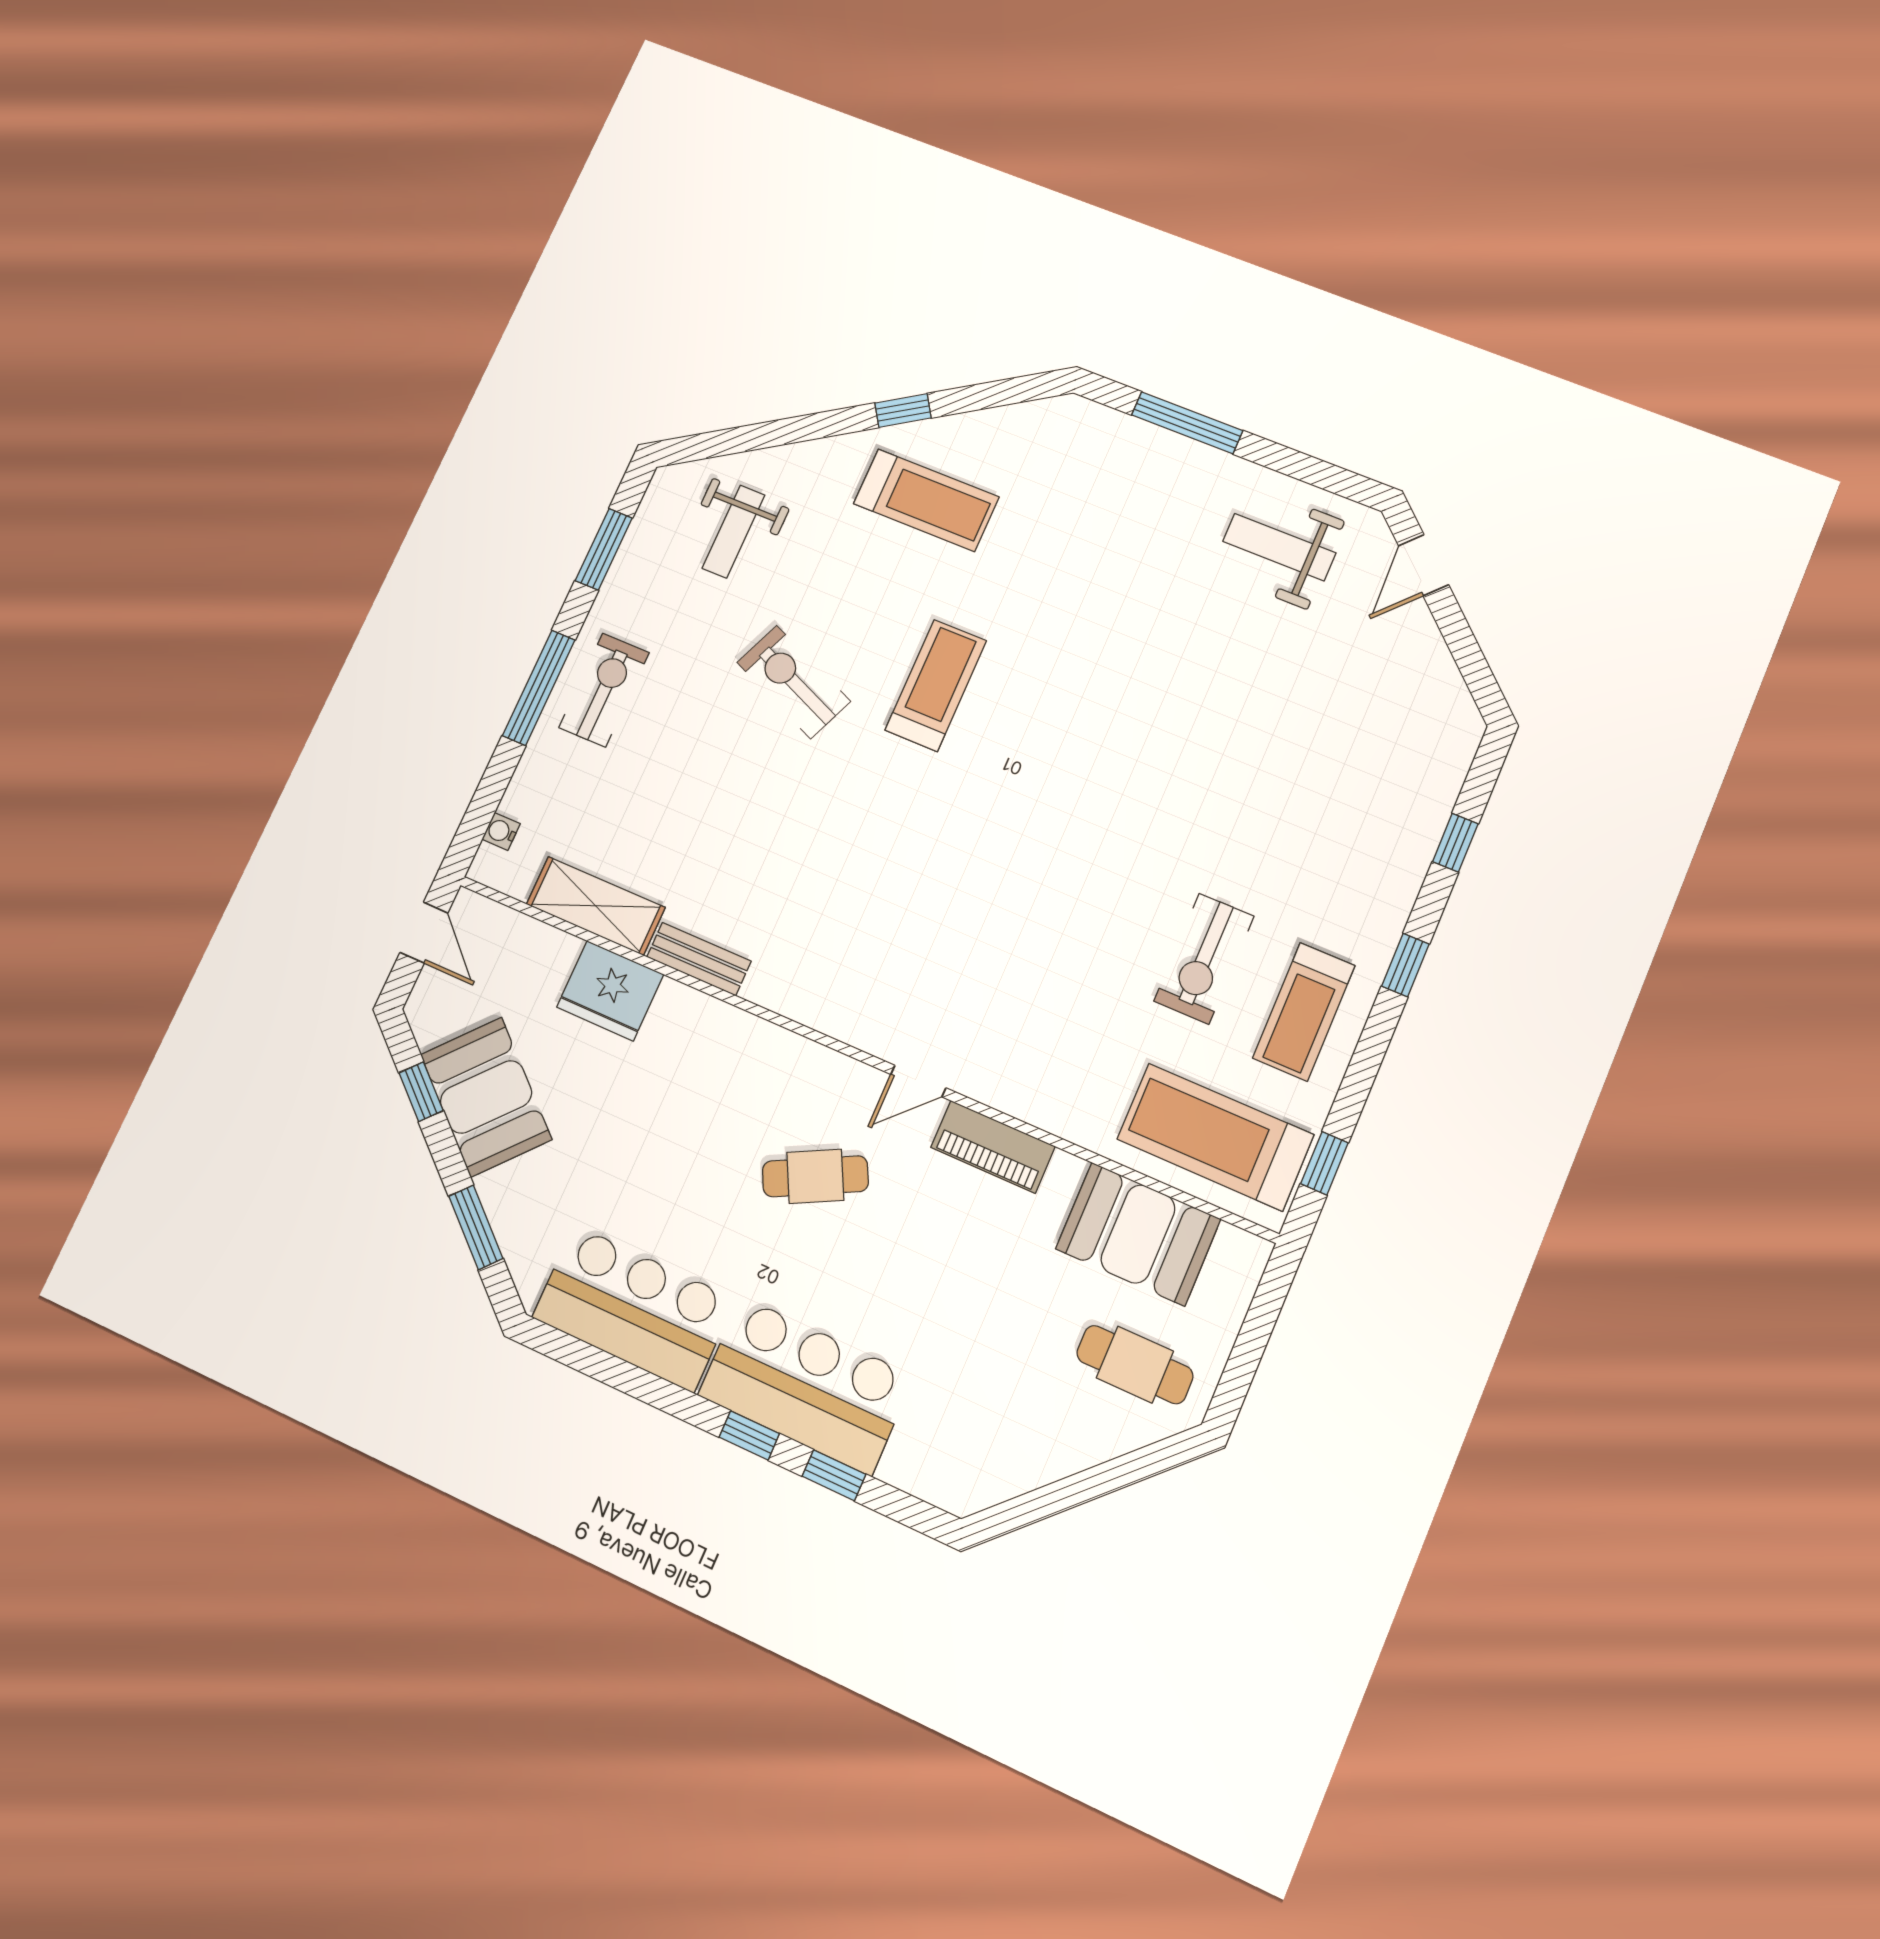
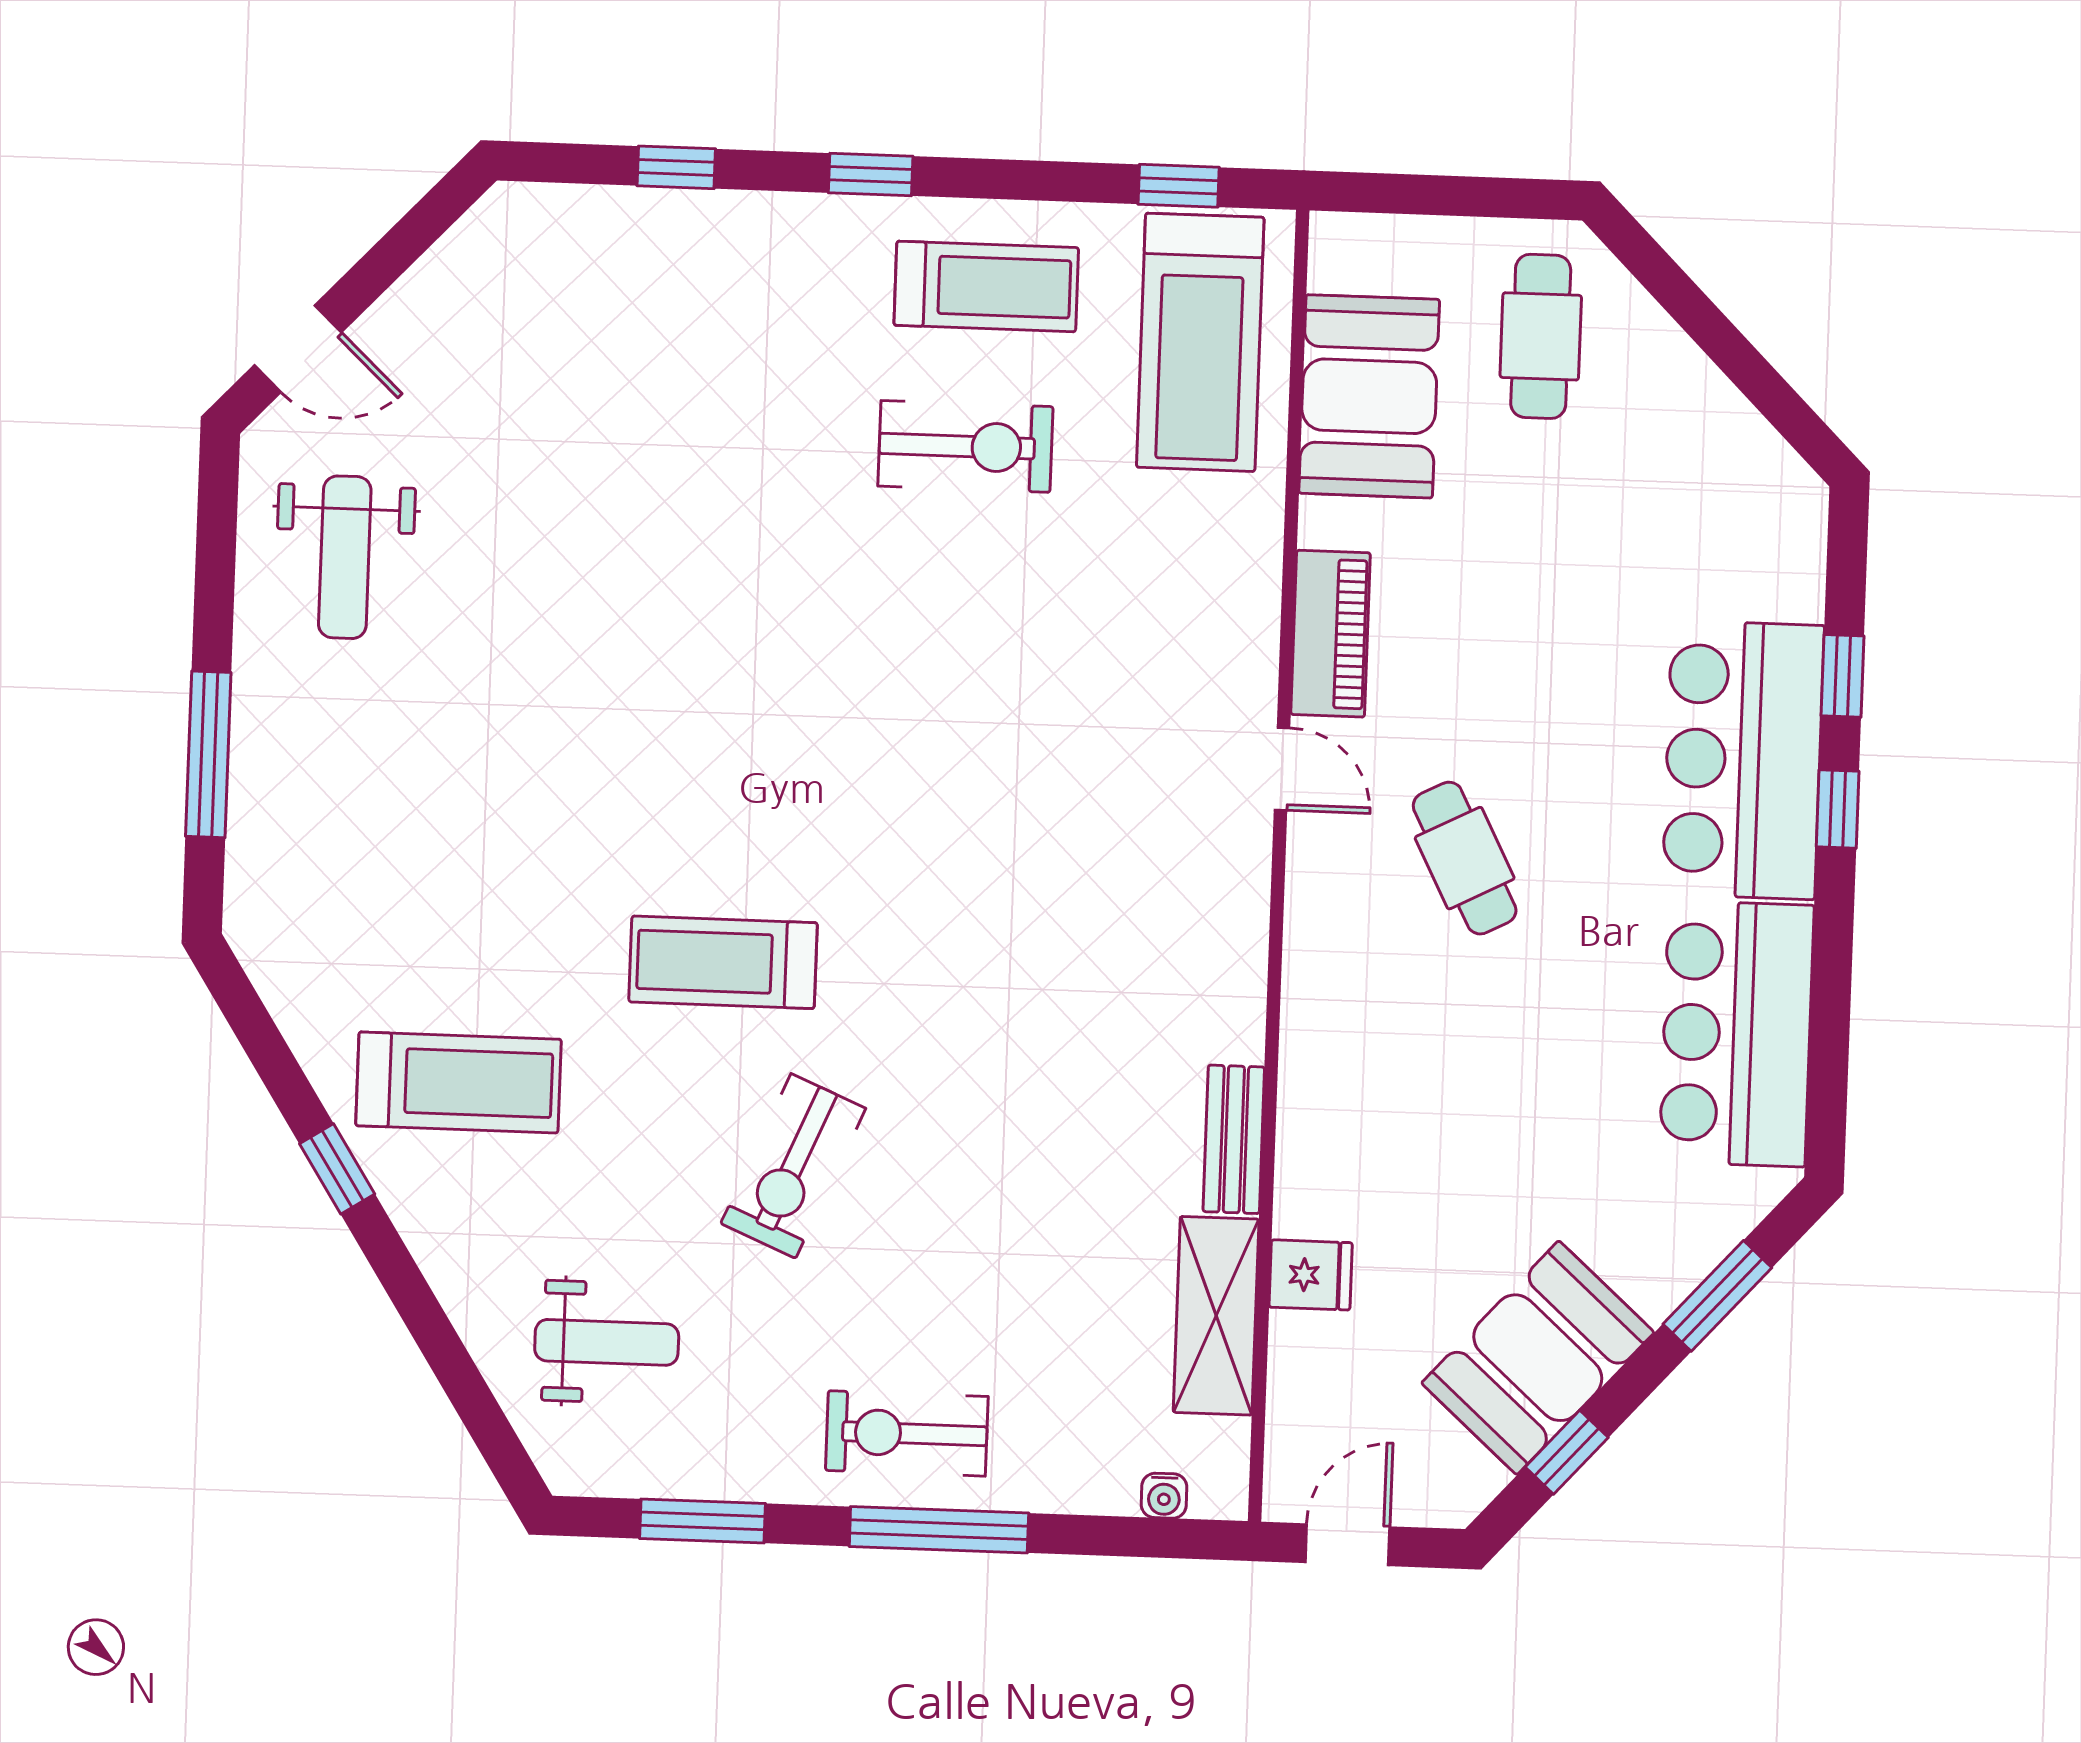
treadmill: (926, 500) -> (459, 1082), turned 90
fridge: (610, 991) -> (1311, 1275), width x0.53, depth x0.75

